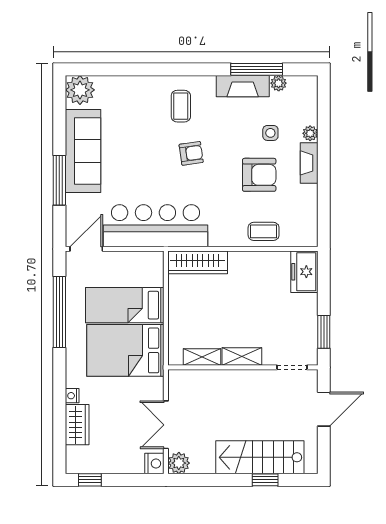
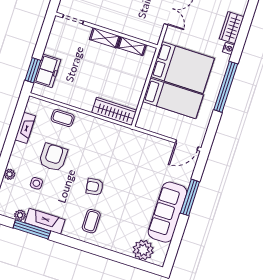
plant: (80, 90) -> (143, 250), moved
fireplace: (309, 163) -> (25, 128), moved
armchair: (259, 175) -> (53, 157), turned 90
bar counter: (155, 226) -> (135, 145), removed
freezer: (304, 272) -> (47, 71), moved
window: (59, 312) -> (226, 87), moved
window: (324, 332) -> (33, 70), moved

